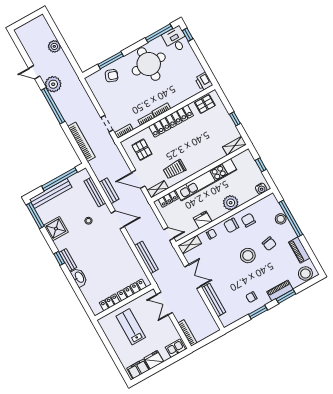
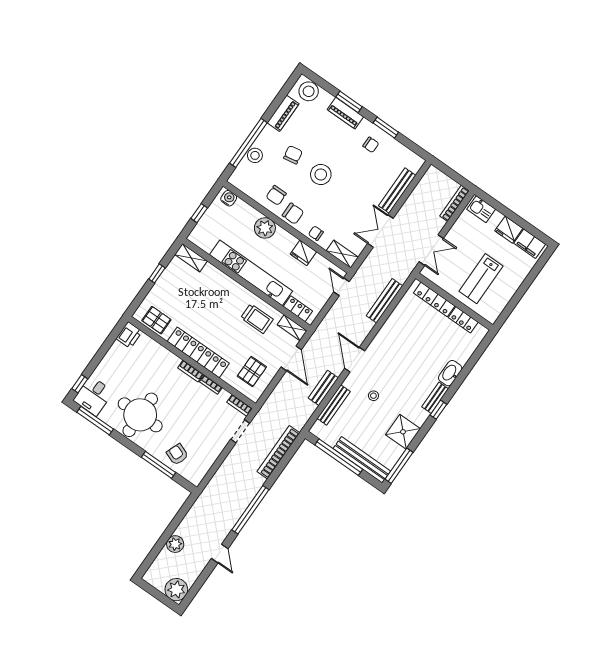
plant: (53, 84) -> (176, 590), moved

